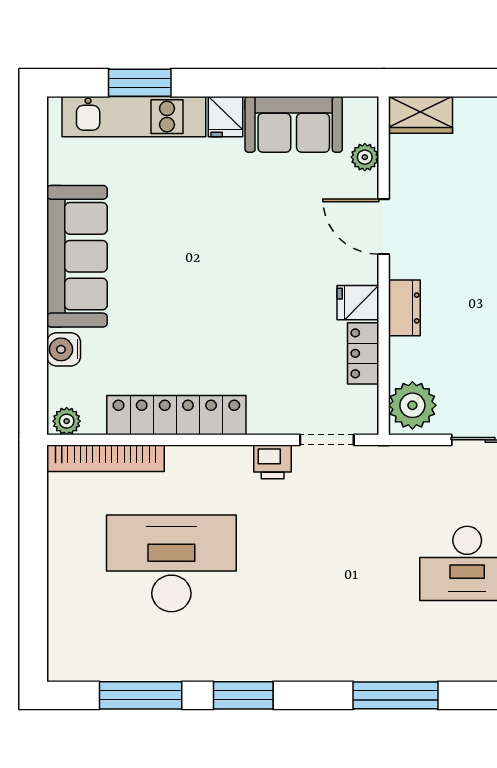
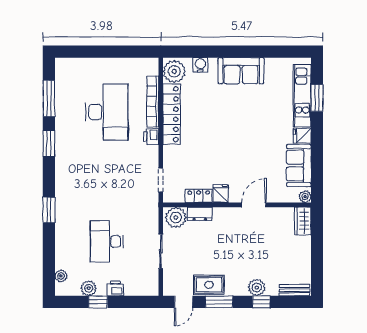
plant: (365, 157) -> (305, 197), moved
sofa: (77, 256) -> (241, 71), width x0.73
dresser: (404, 308) -> (200, 214), moved
plant: (67, 421) -> (174, 71), width x1.88, depth x1.88
bookcase: (105, 458) -> (153, 101), moved
printer: (273, 462) -> (151, 136), moved
window: (396, 695) -> (49, 210), width x0.69

